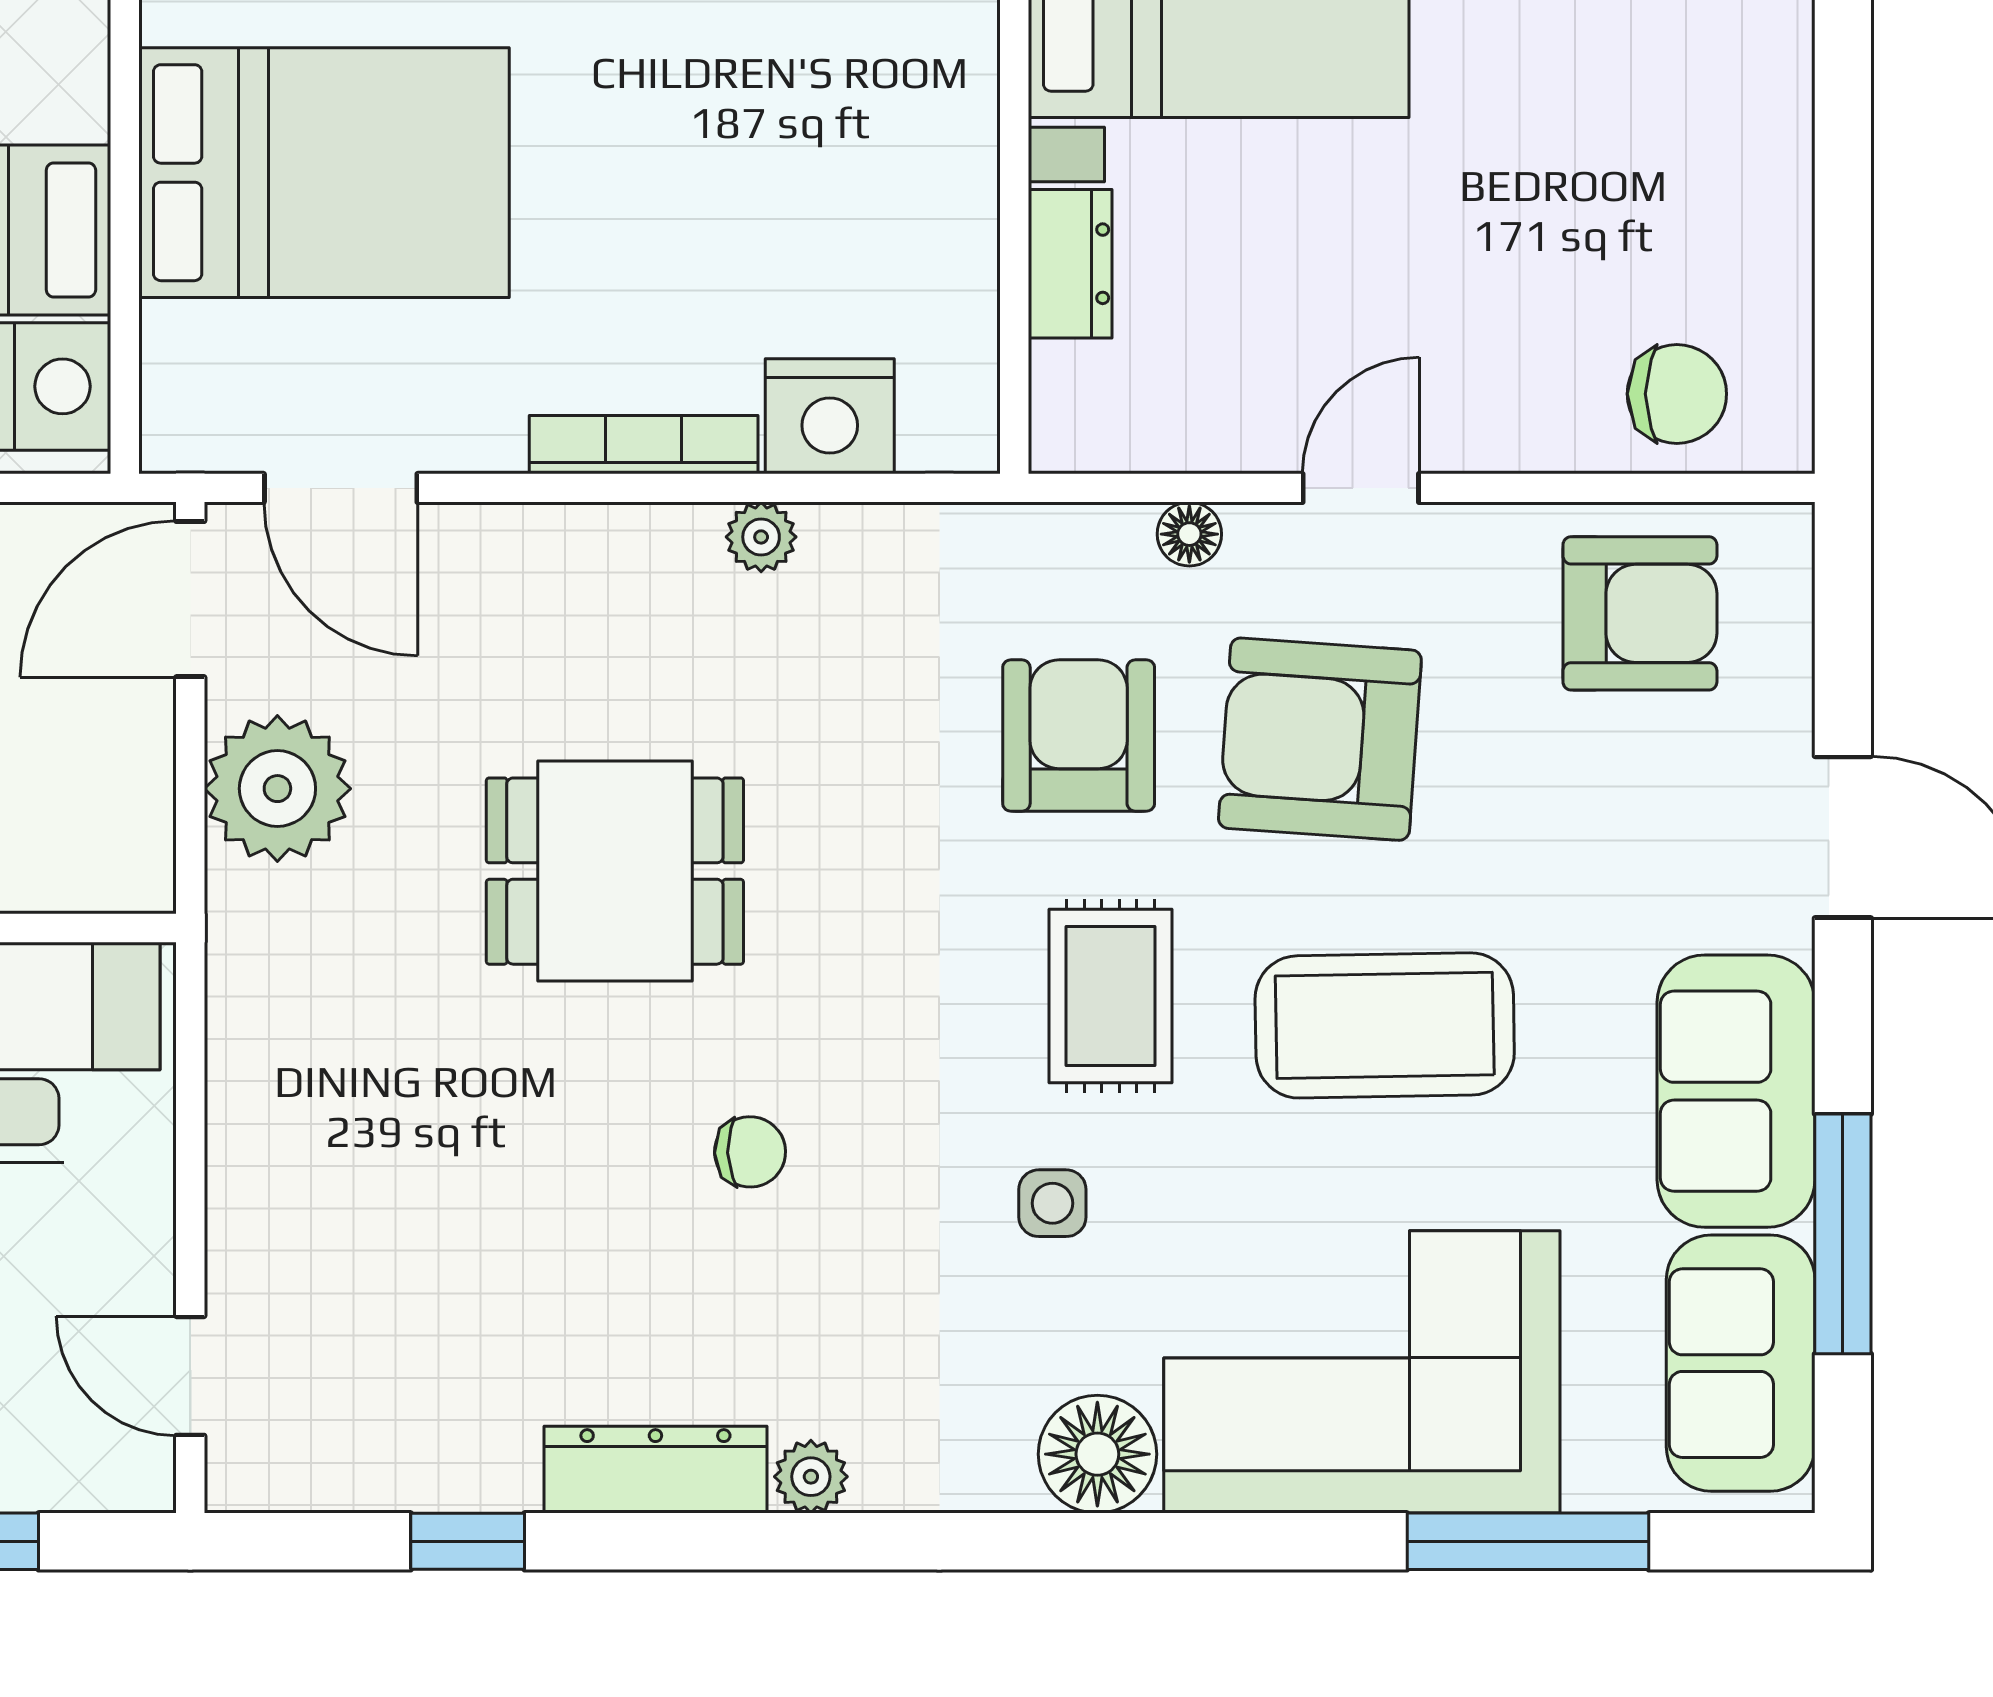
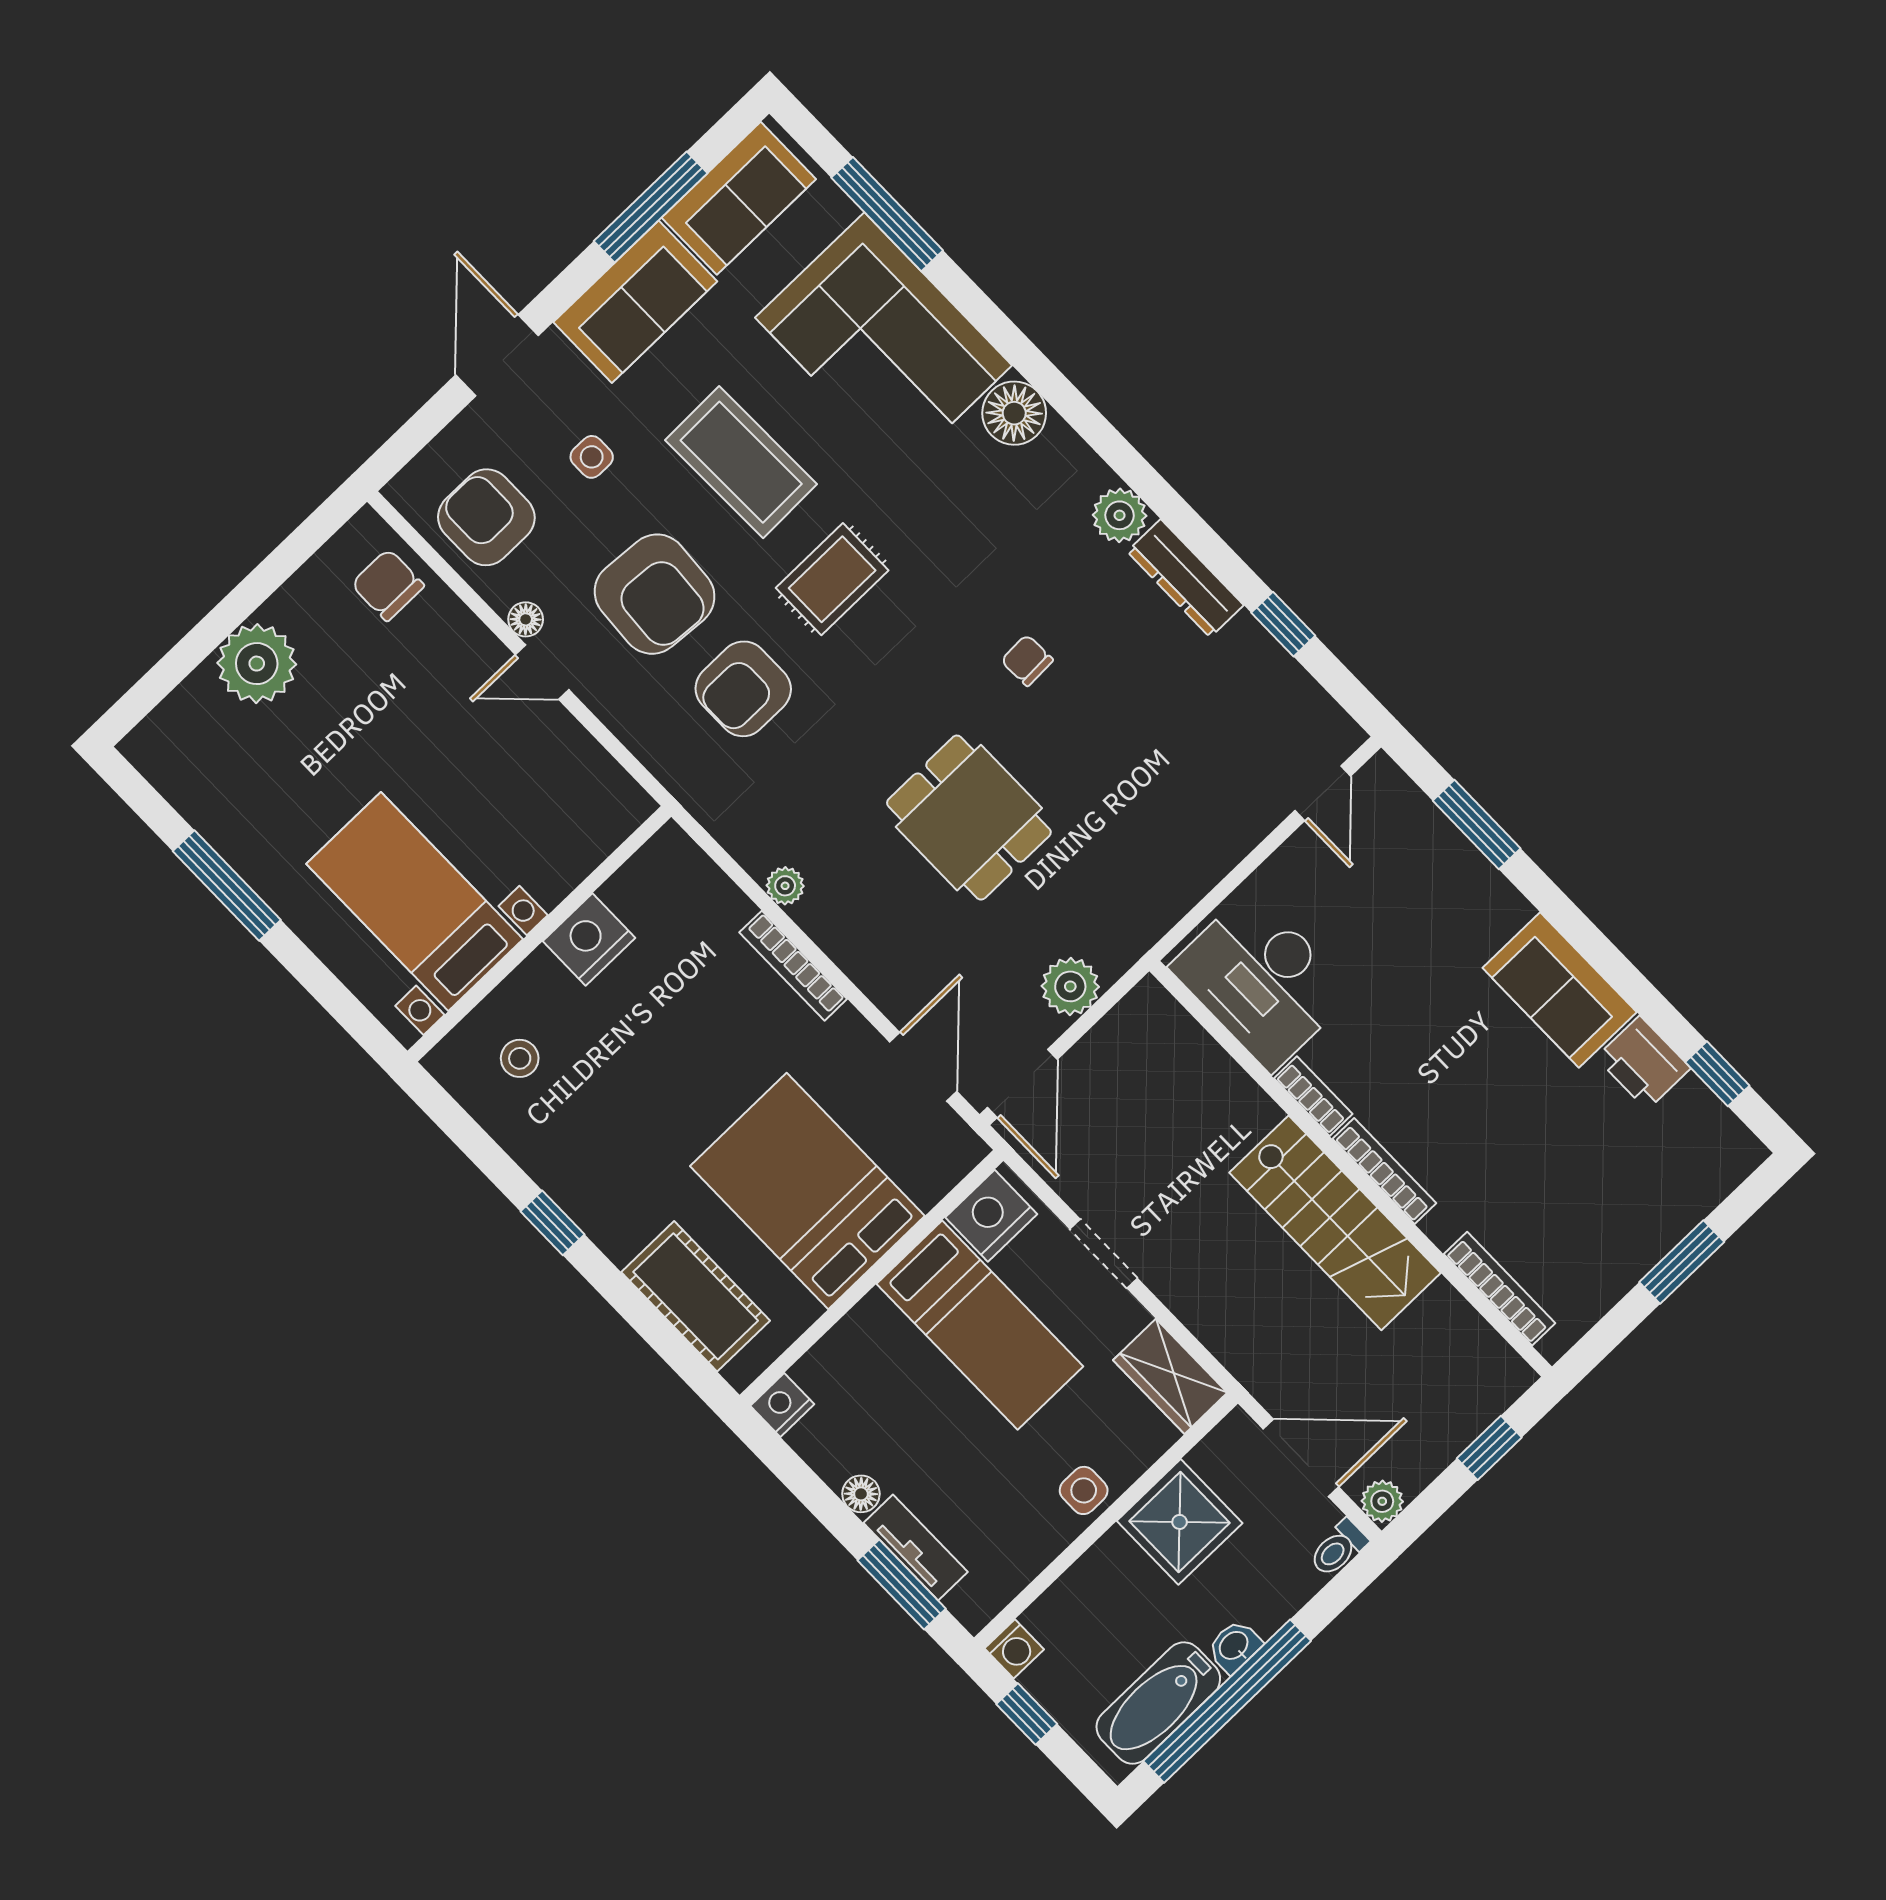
plant: (1741, 117) -> (257, 664), added
dresser: (1070, 264) -> (564, 868), removed
nightstand: (830, 416) -> (589, 939), moved, turned -90
floor lamp: (1189, 534) -> (526, 619), moved
door: (190, 599) -> (1022, 1083), hinge flipped
plant: (277, 789) -> (1070, 986), width x0.73, depth x0.73
side table: (1052, 1203) -> (592, 457), moved
plant: (811, 1477) -> (1120, 515), width x1.38, depth x1.38

